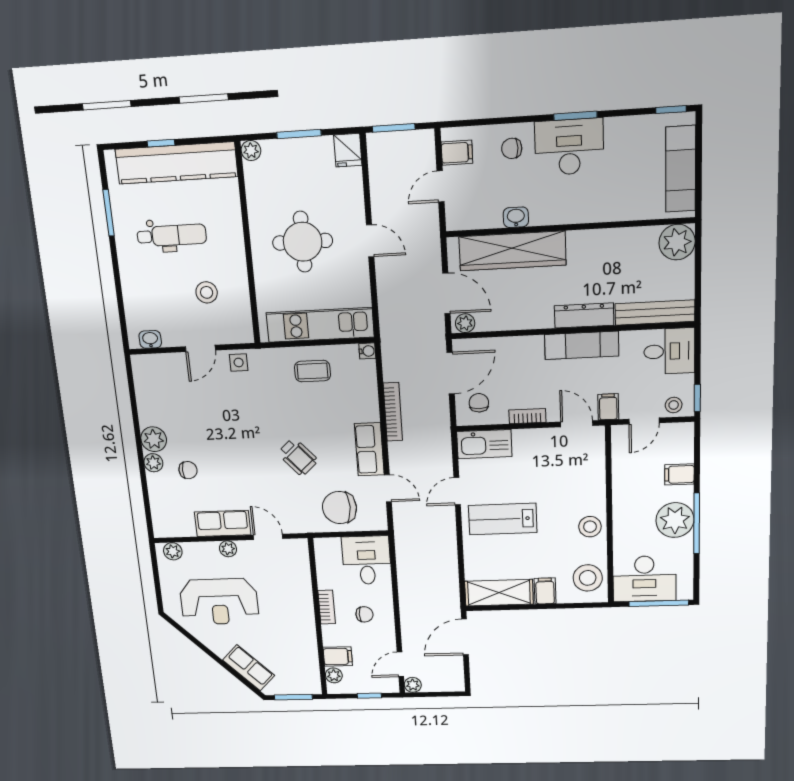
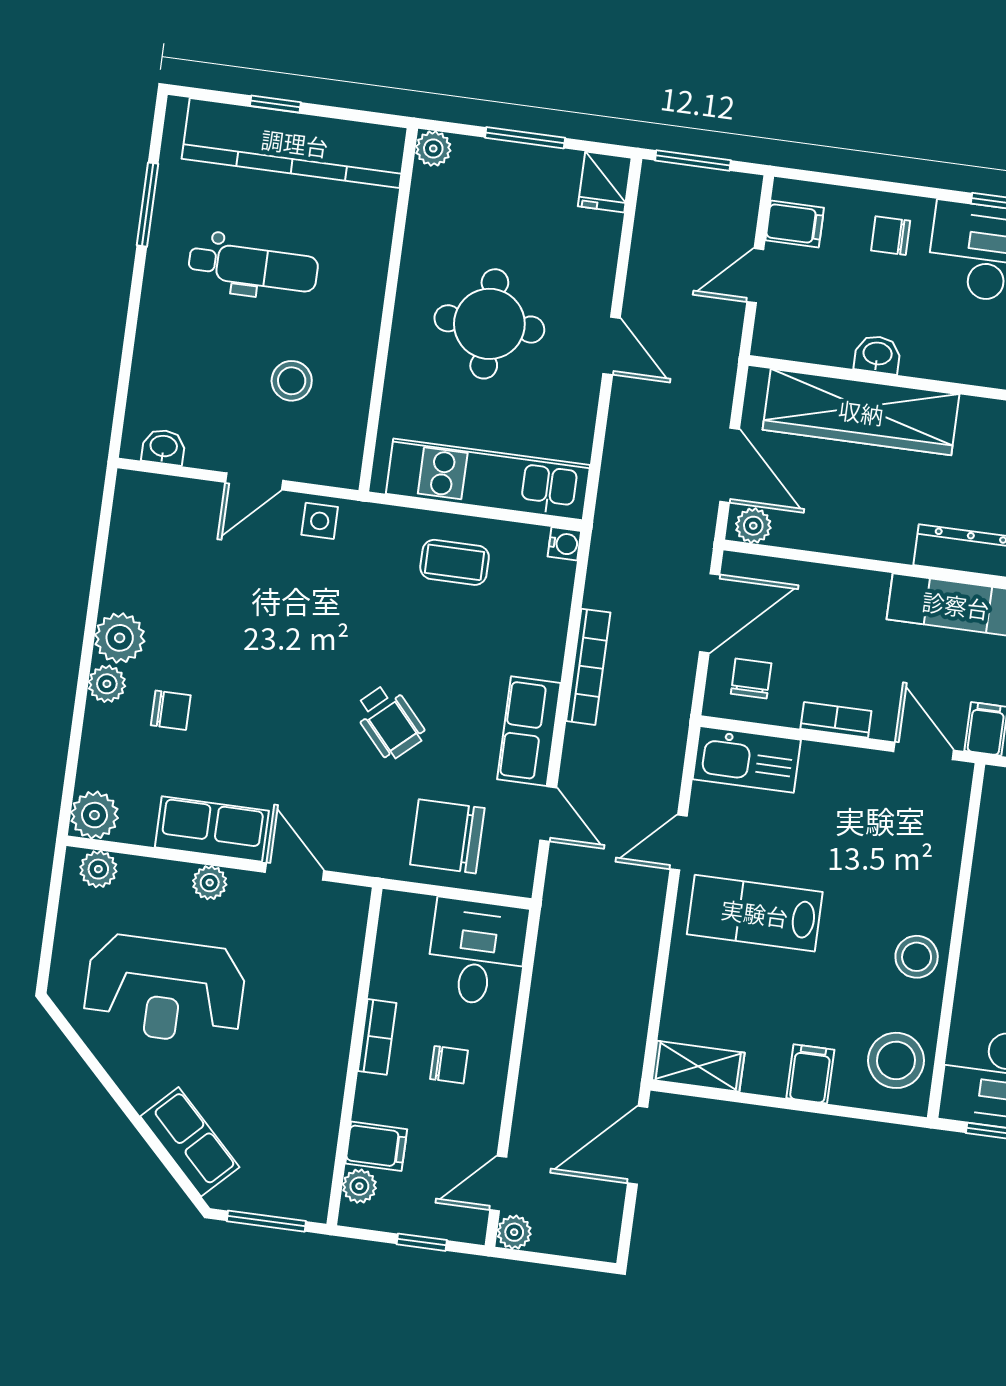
plant: (164, 526) -> (94, 815), added
shelving: (499, 593) -> (698, 1066), width x0.67, depth x0.75

